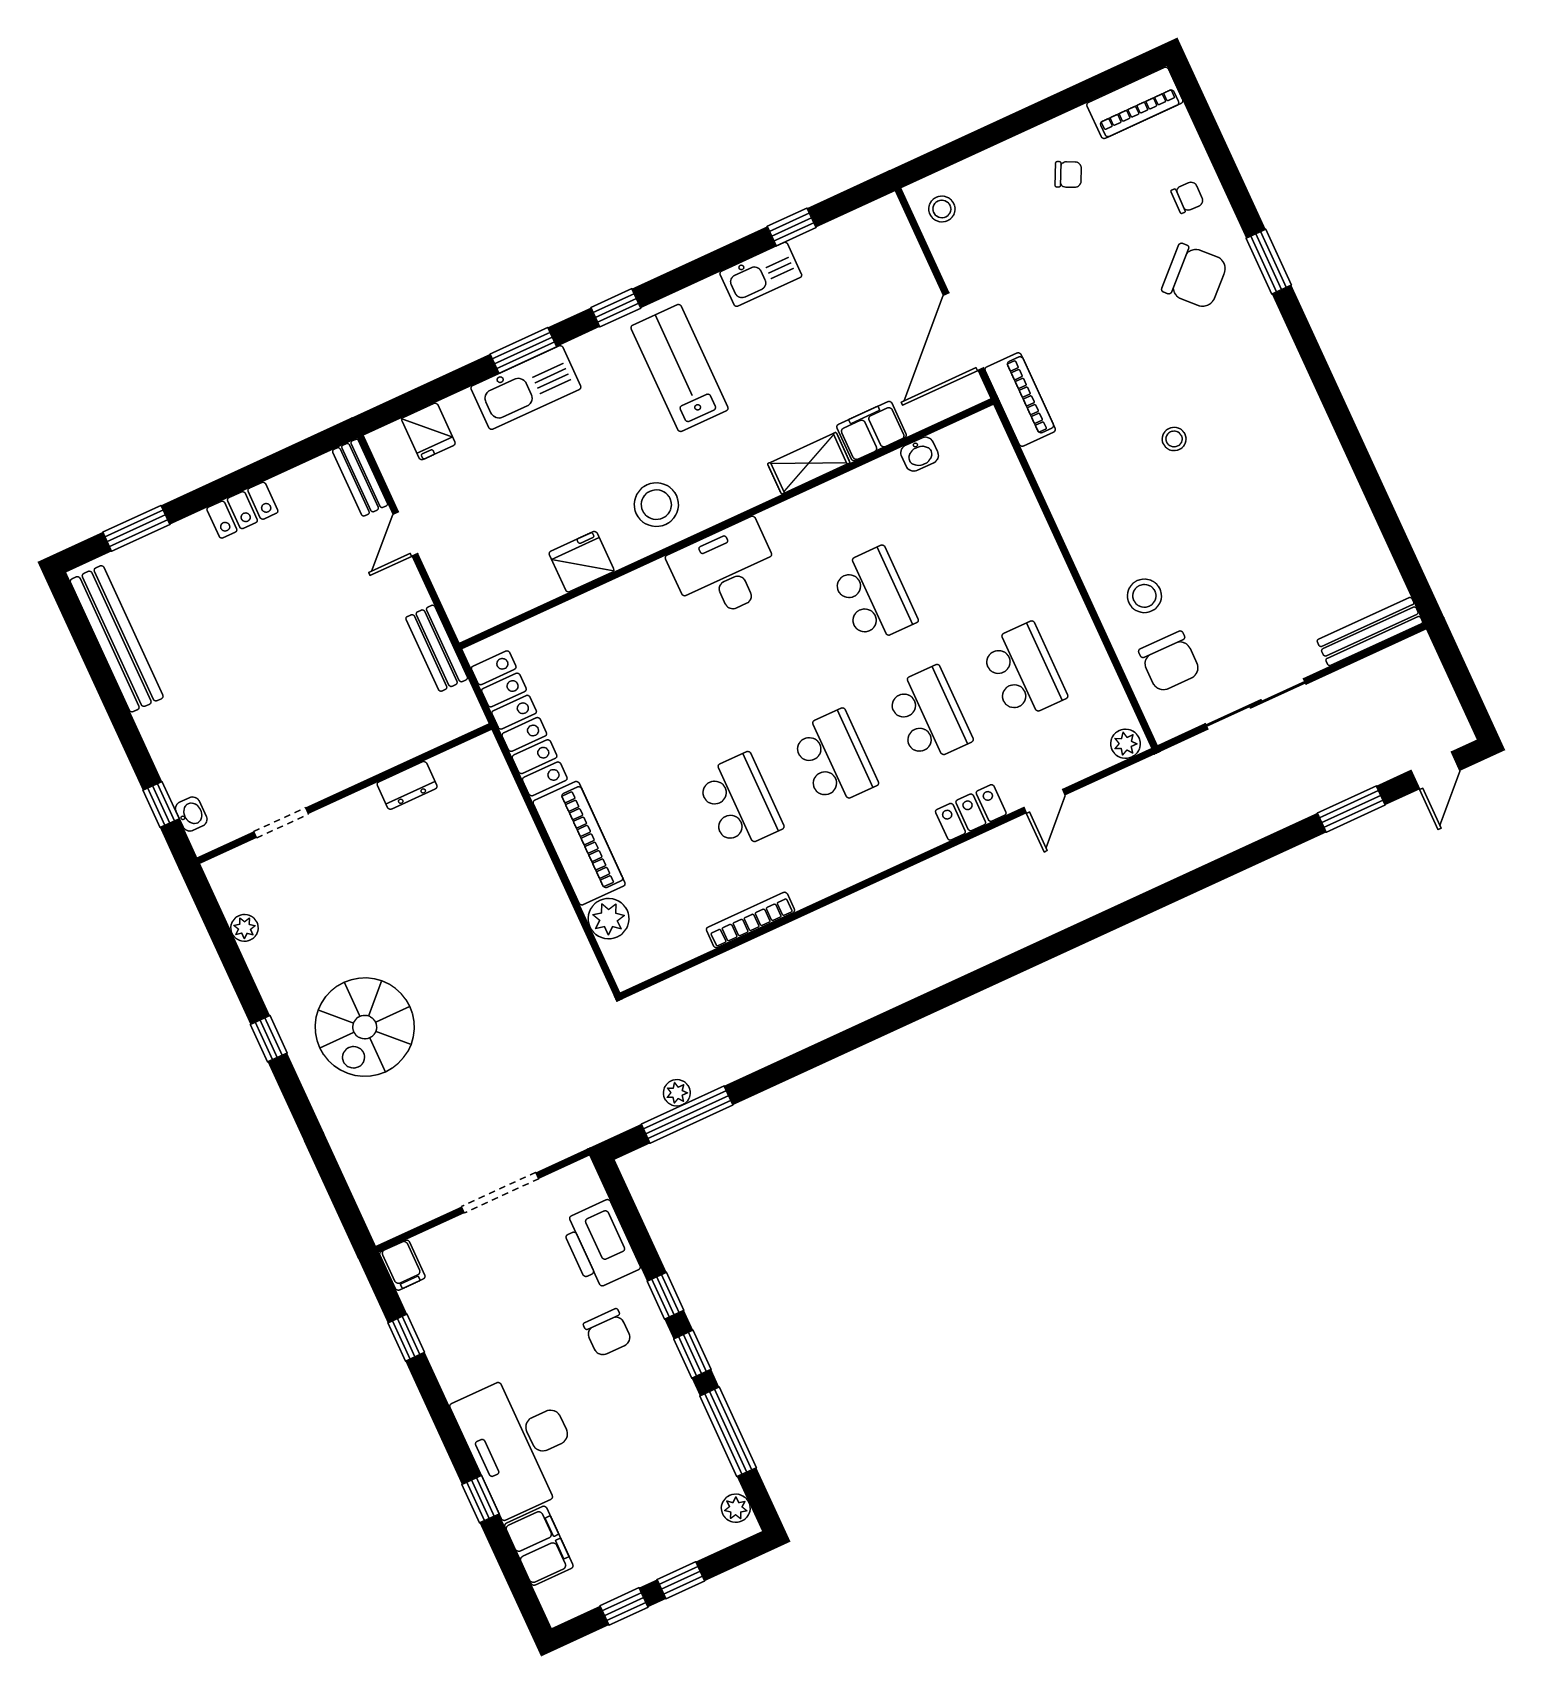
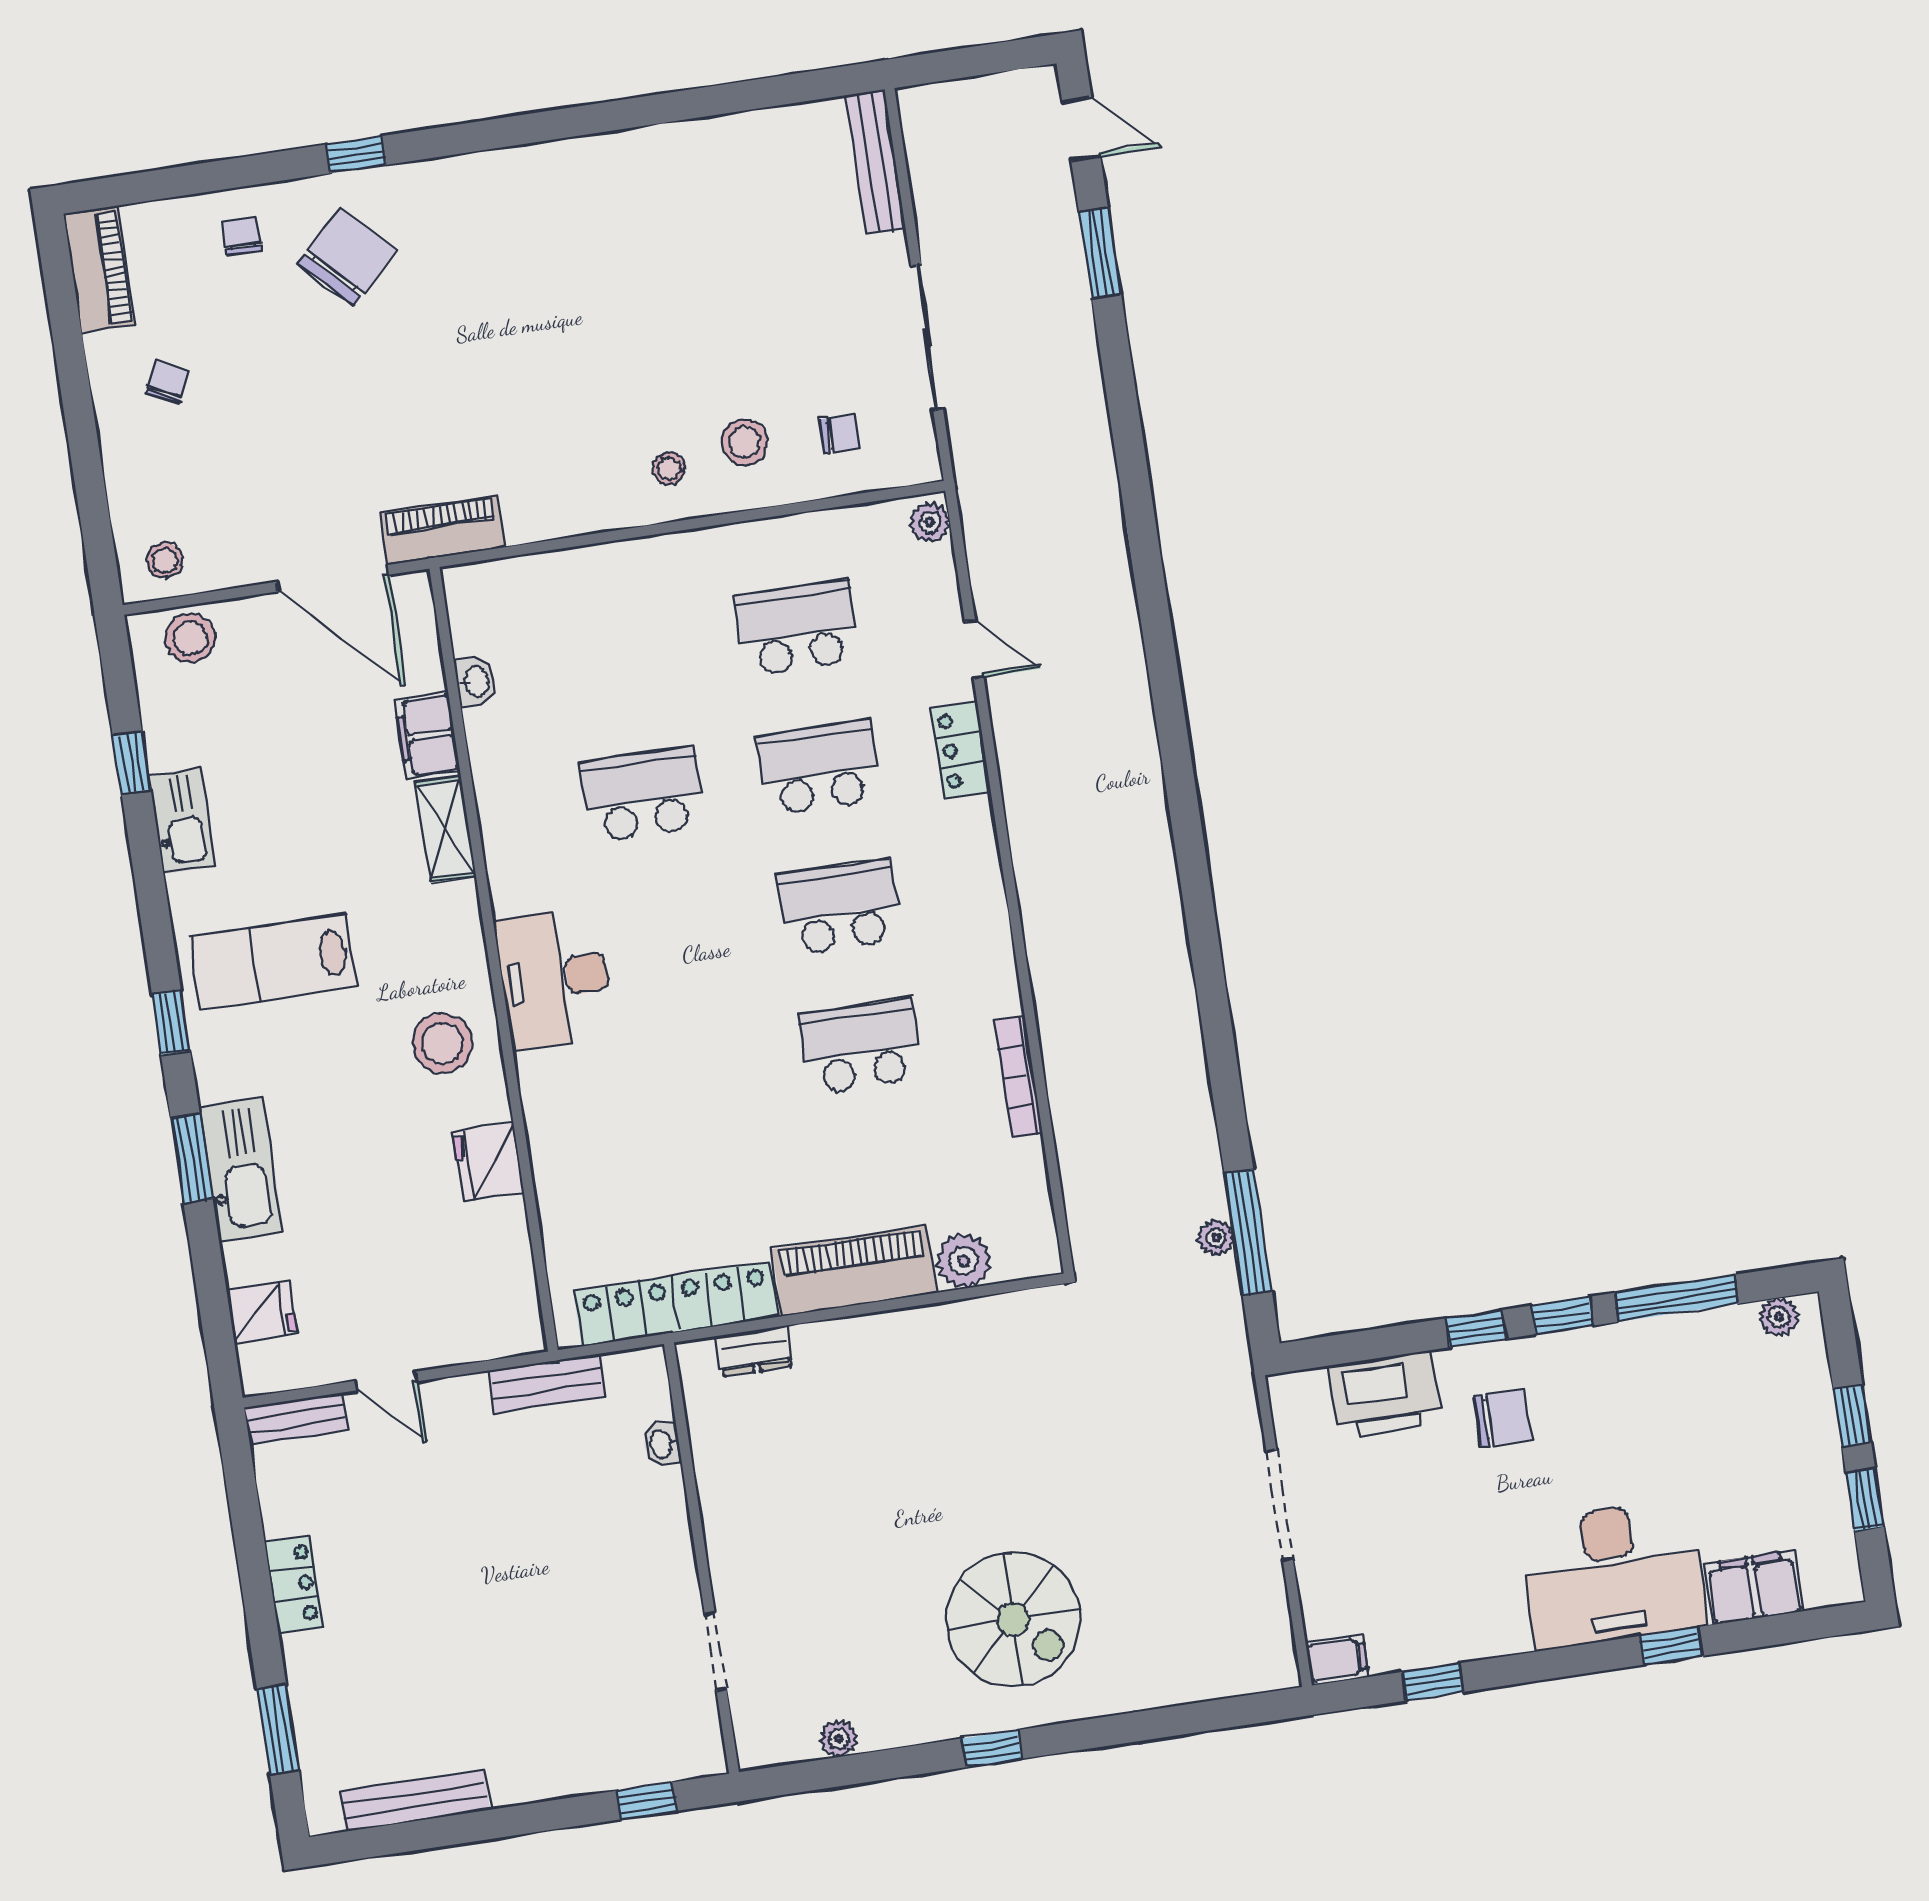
stool: (892, 243) -> (190, 638), added
window: (1269, 262) -> (356, 155), width x0.67
stool: (1174, 439) -> (669, 469), moved
bench: (117, 639) -> (415, 1801), width x0.73, depth x0.82
chair: (1170, 662) -> (840, 434), width x0.54, depth x0.54
dresser: (407, 785) -> (755, 1351), moved, turned 90
washbasin: (191, 814) -> (662, 1444), moved, turned -90

